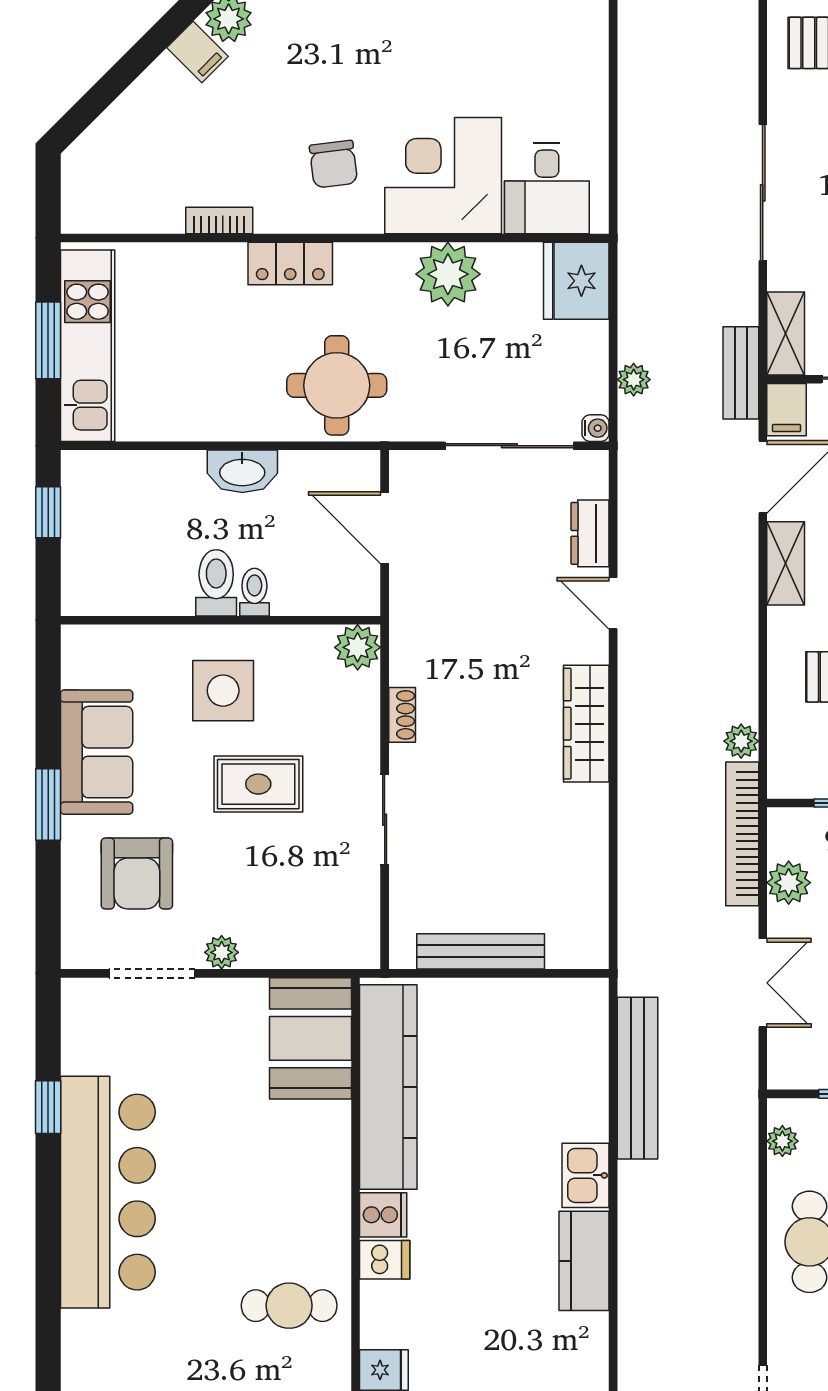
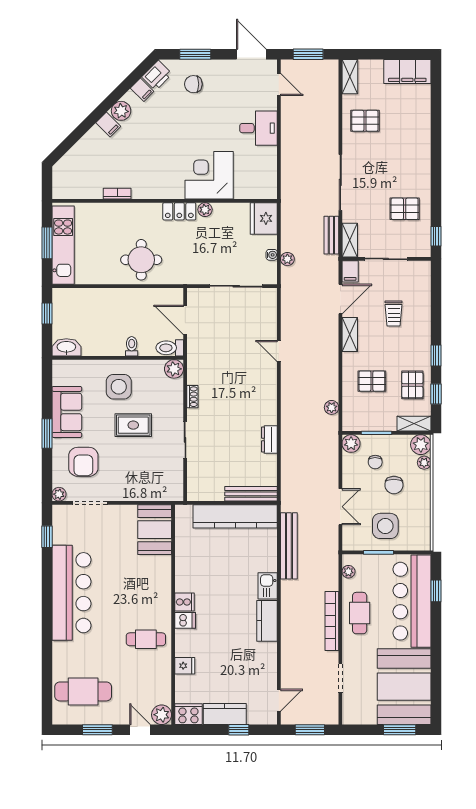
chair: (333, 164) -> (164, 171), removed
desk: (547, 188) -> (258, 128), moved, turned -90
locker: (290, 263) -> (179, 211), moved
plant: (448, 274) -> (205, 210), width x0.53, depth x0.53
bench: (741, 373) -> (331, 235), moved
round table: (337, 385) -> (141, 260), moved
water cooler: (596, 428) -> (272, 255), moved
washbasin: (242, 471) -> (66, 347), moved, turned 180
dresser: (590, 533) -> (269, 440), moved
toilet: (216, 583) -> (170, 348), moved, turned -90
wardrobe: (586, 724) -> (268, 400), removed
bookcase: (742, 834) -> (332, 621), moved
plant: (789, 883) -> (351, 444), moved
bench: (481, 951) -> (251, 494), moved
plant: (222, 952) -> (59, 494), moved
kitchen counter: (388, 1087) -> (235, 516), moved, turned 90
window: (48, 1107) -> (47, 537), moved

